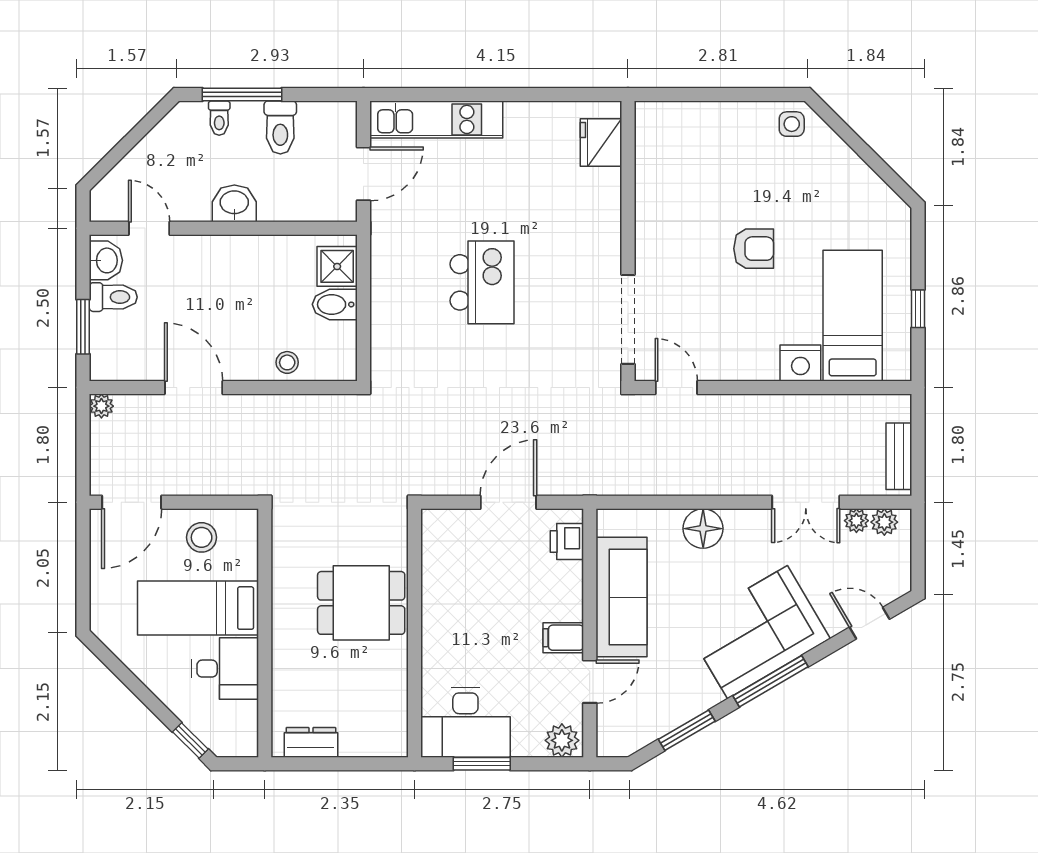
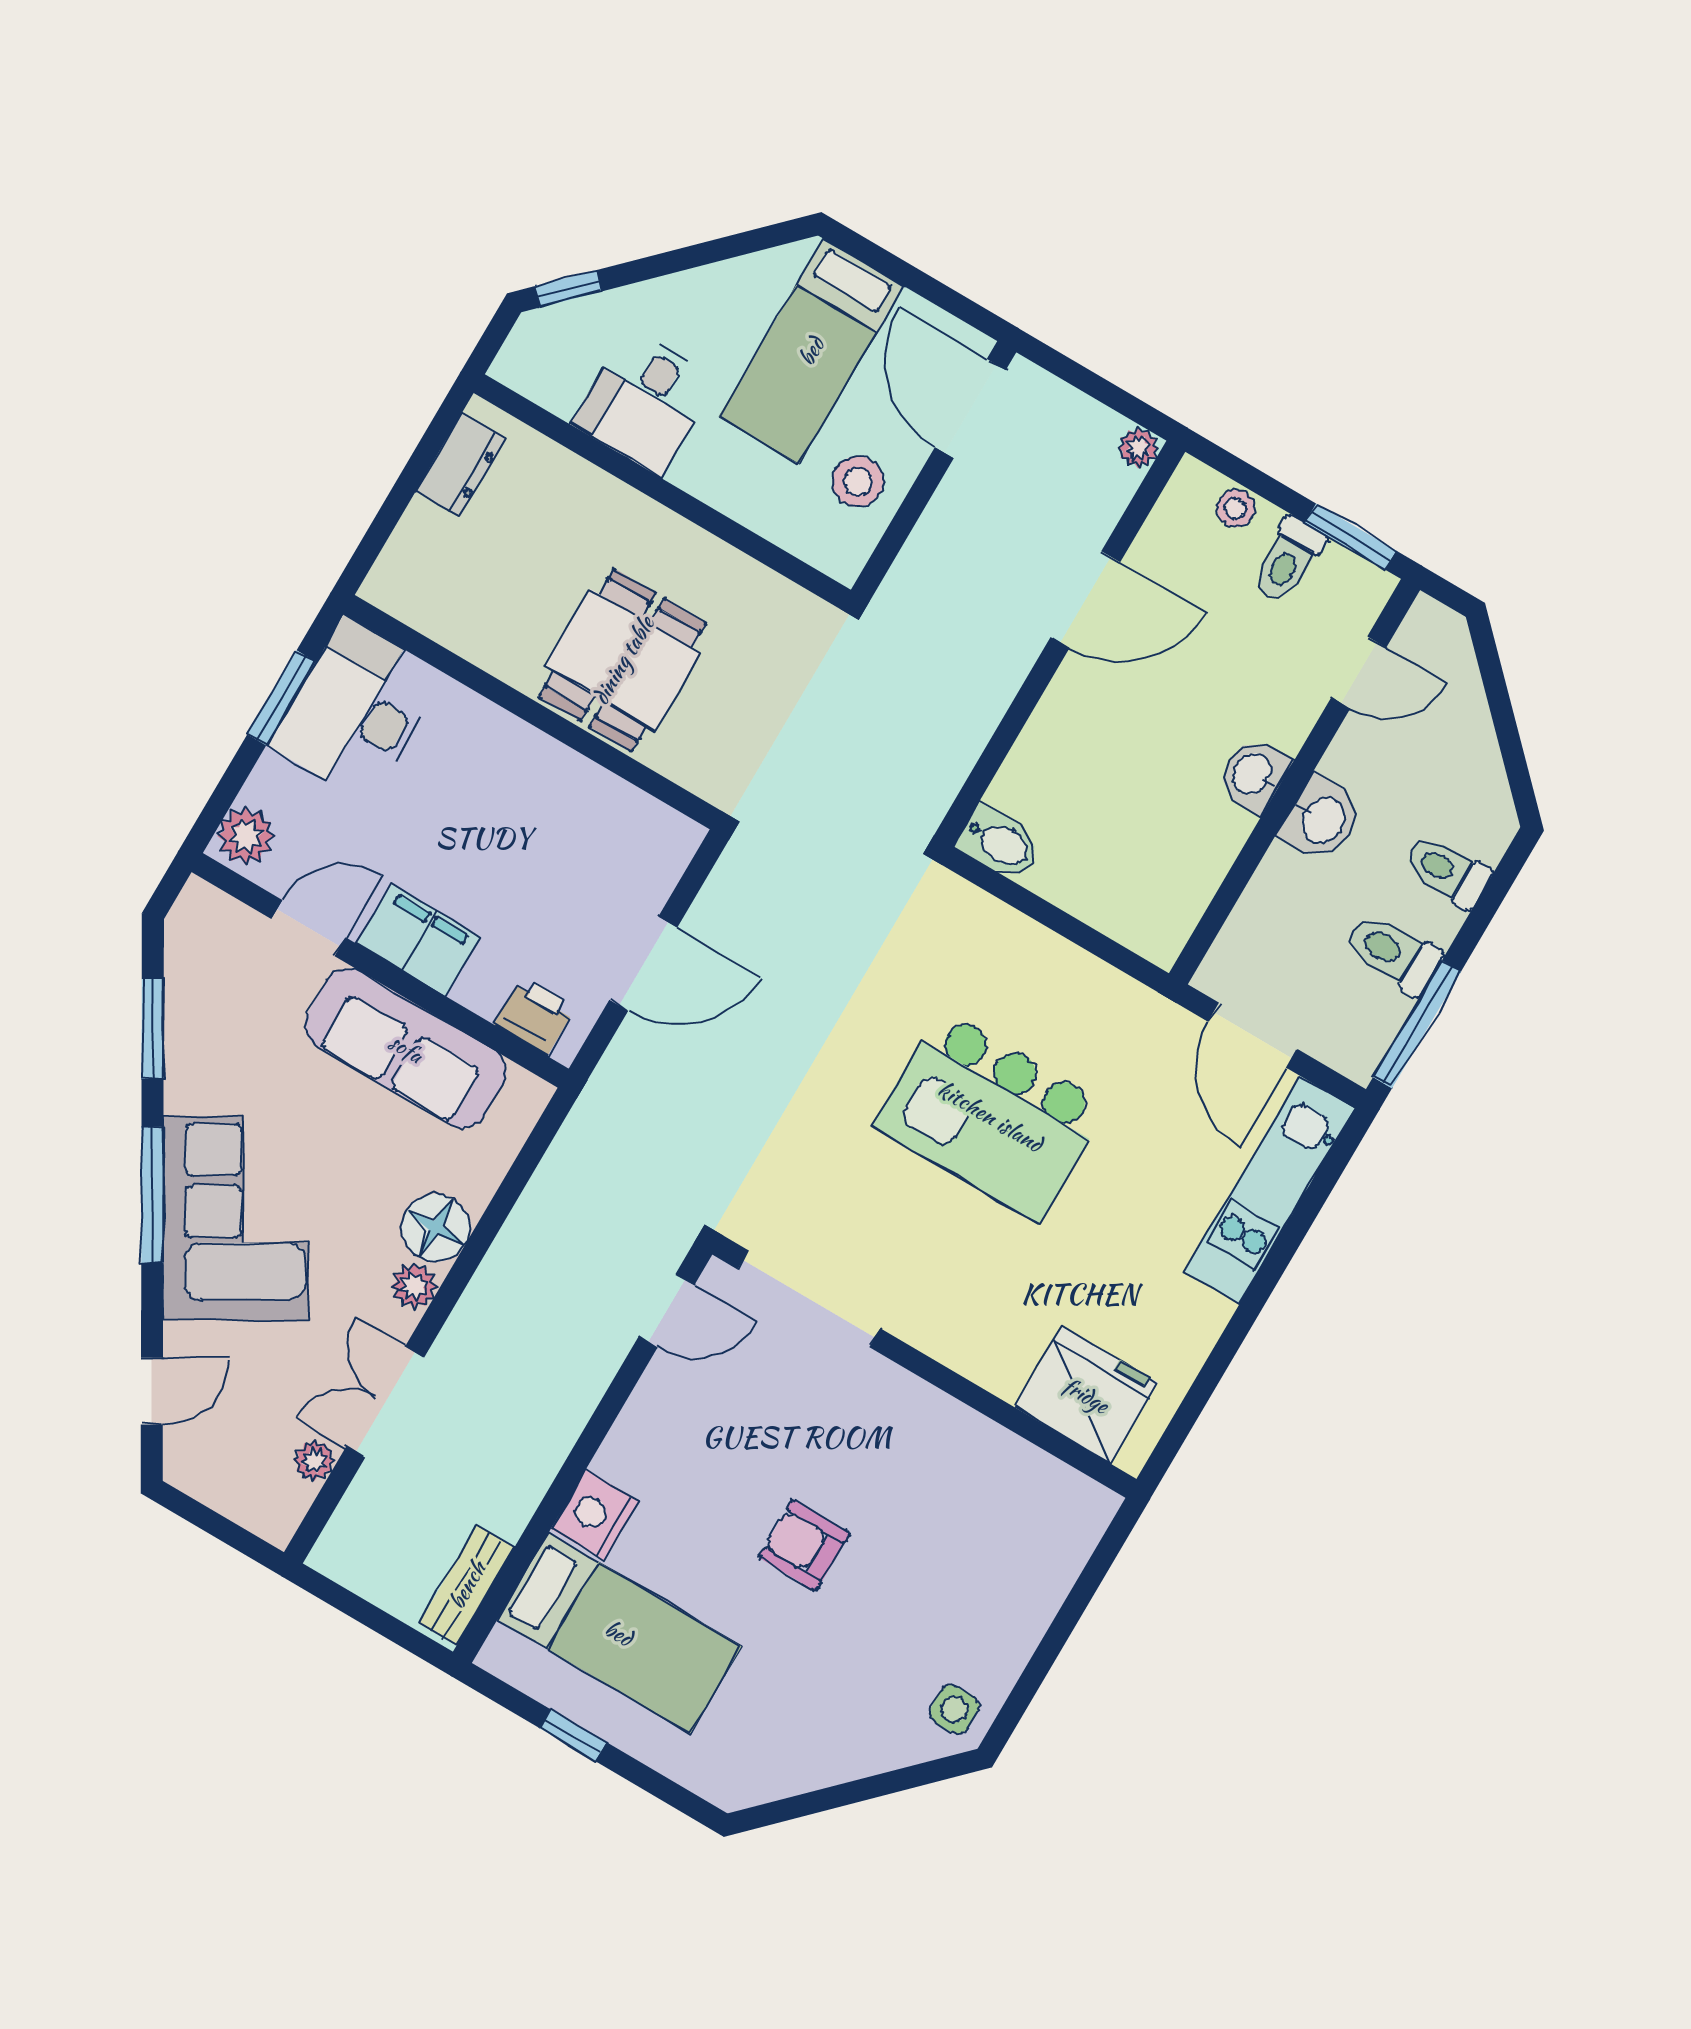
window: (242, 94) -> (1417, 1024), moved
toilet: (219, 118) -> (1447, 871), width x1.37, depth x1.39
fridge: (601, 142) -> (1086, 1395), width x1.36, depth x1.34
armchair: (754, 249) -> (804, 1545), turned 90
washbasin: (106, 260) -> (1253, 775), moved, turned 90
shower: (337, 266) -> (1139, 916), removed
kitchen island: (482, 282) -> (990, 1116), width x1.37, depth x1.28
bidet: (335, 304) -> (999, 843), moved, turned 90
window: (83, 327) -> (1351, 537), moved
stool: (287, 362) -> (1236, 508), moved
bench: (899, 456) -> (467, 1585), moved, turned 90
door: (508, 502) -> (643, 964), hinge flipped
plant: (884, 522) -> (414, 1286), moved
bed: (198, 608) -> (811, 351), moved, turned 180
filing cabinet: (563, 638) -> (419, 940), width x2.00
door: (590, 682) -> (308, 928), swing flipped

